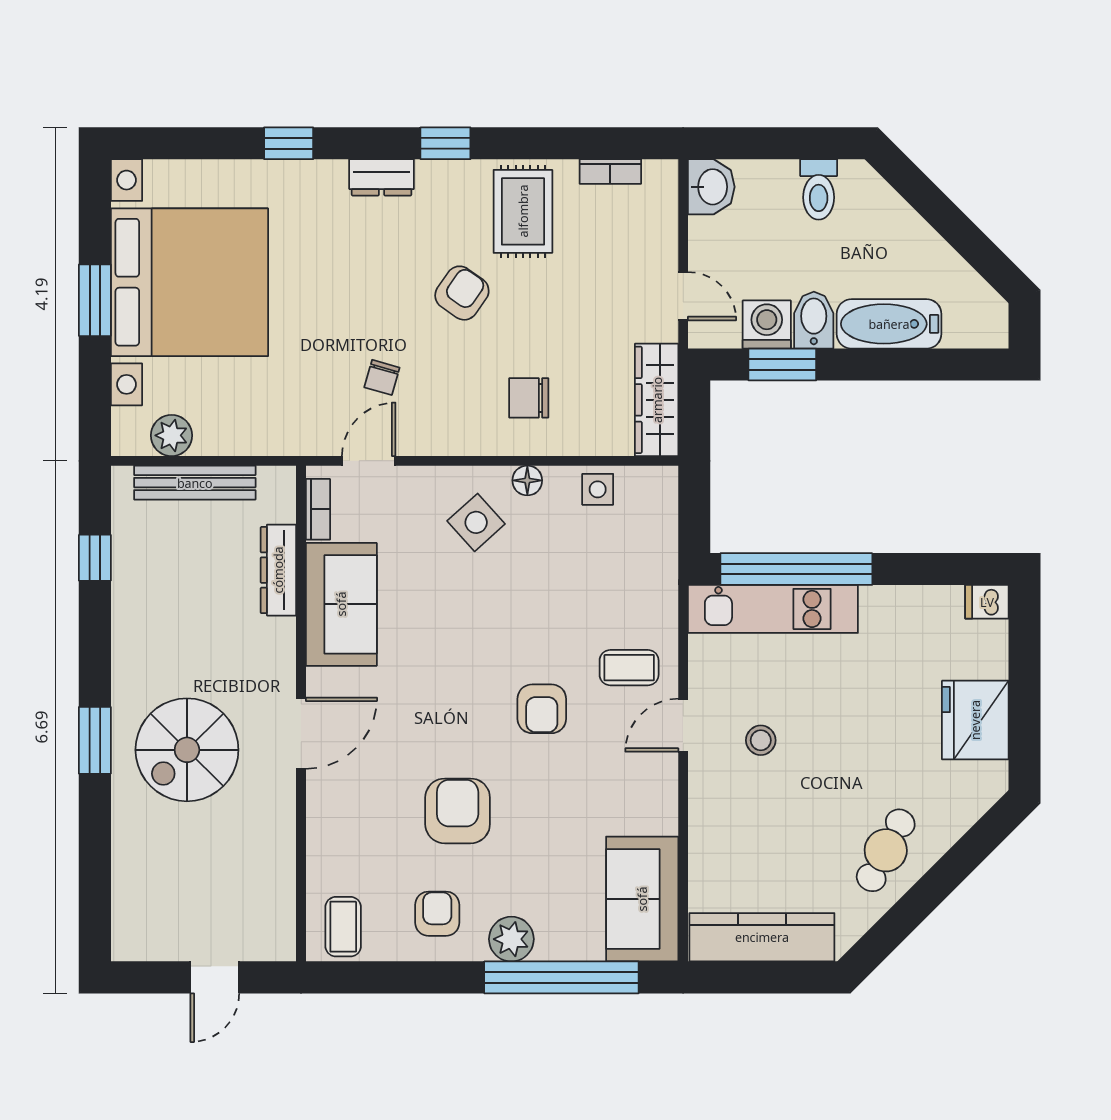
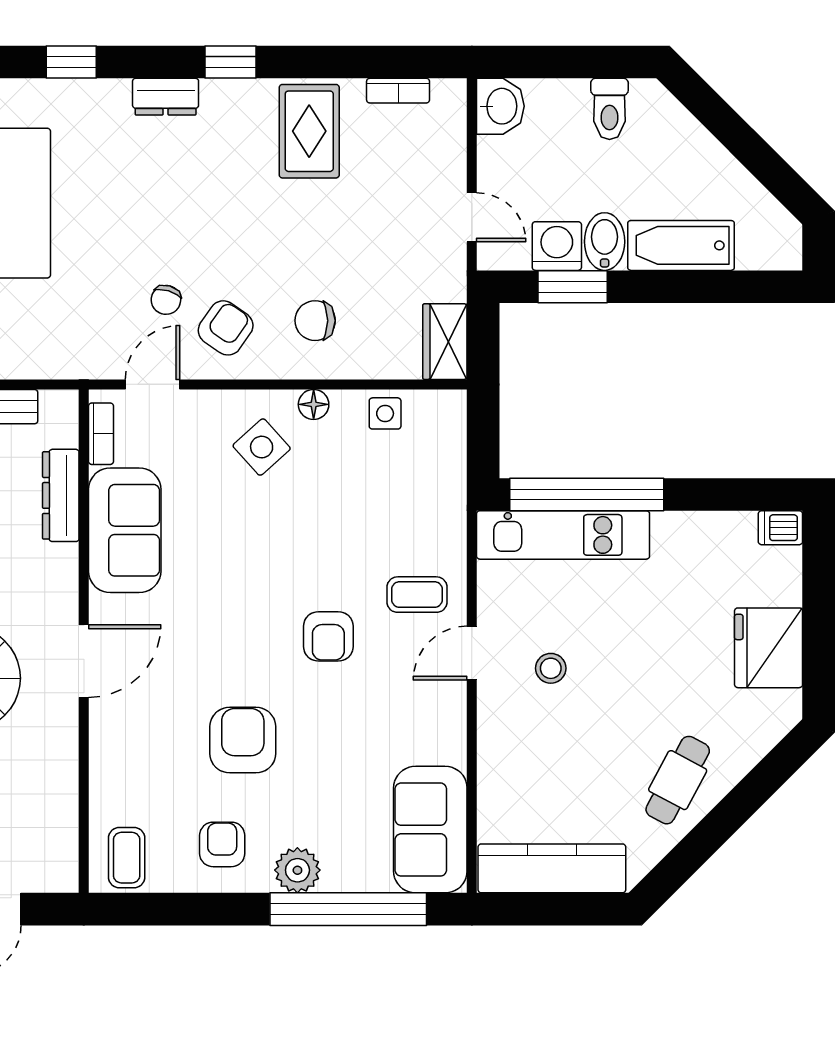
armchair: (462, 293) -> (226, 328), moved
wardrobe: (657, 400) -> (445, 342), width x0.67

